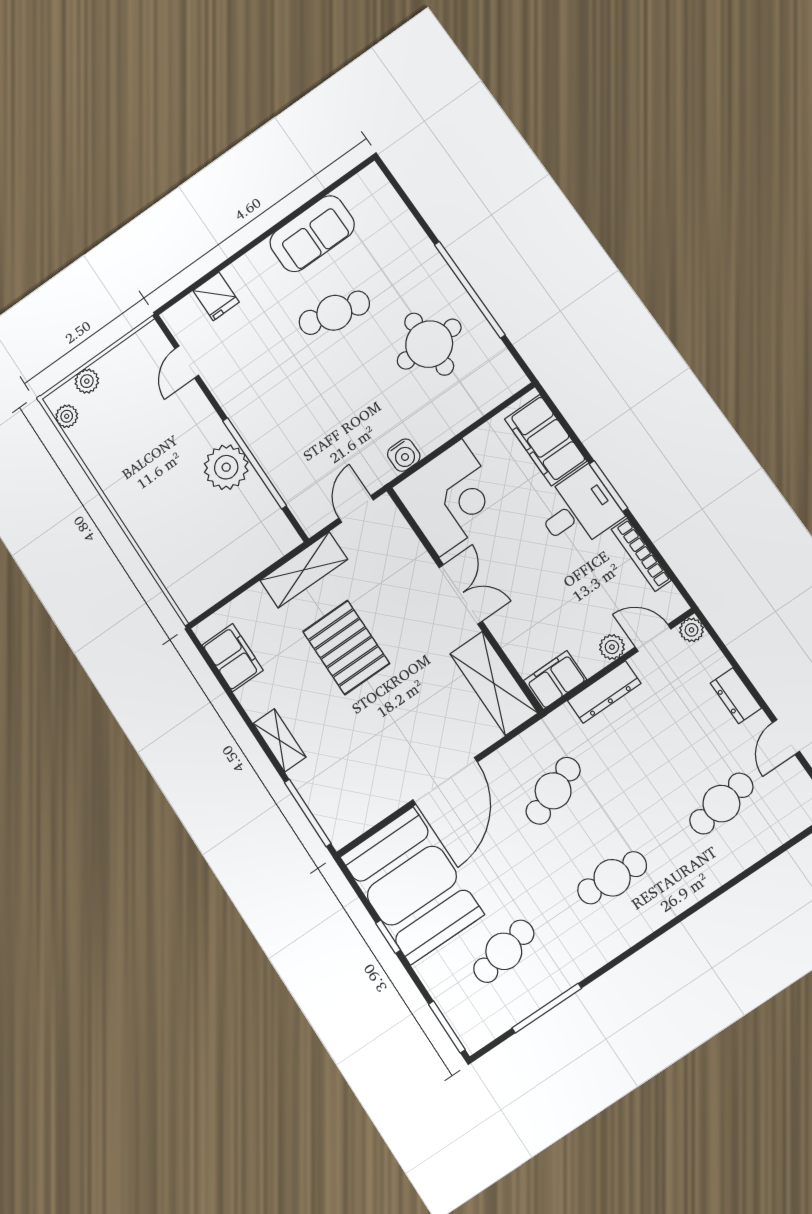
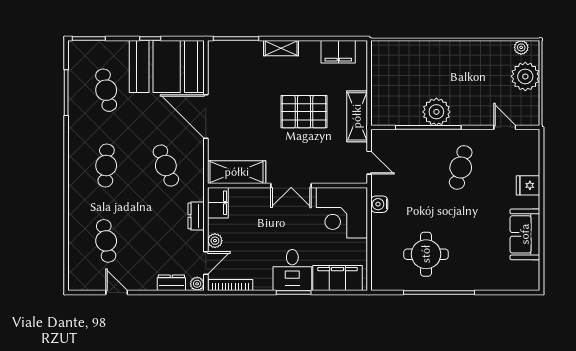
fridge: (216, 296) -> (528, 185), moved
cafe table: (334, 313) -> (461, 167), moved
plant: (87, 381) -> (525, 76), width x1.88, depth x1.88
bookcase: (641, 555) -> (230, 285), moved
dresser: (604, 692) -> (196, 216), width x0.70
dresser: (736, 696) -> (171, 283), moved

